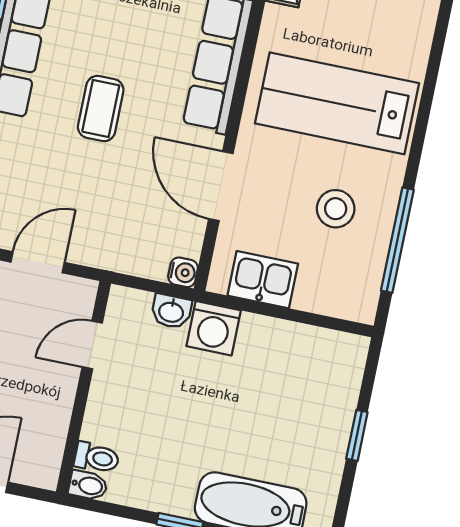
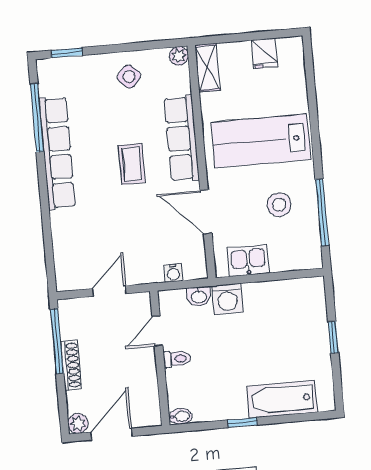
coffee table: (101, 109) -> (132, 164), moved
water cooler: (183, 272) -> (173, 273), moved, turned 90
toilet: (97, 458) -> (177, 359), moved

